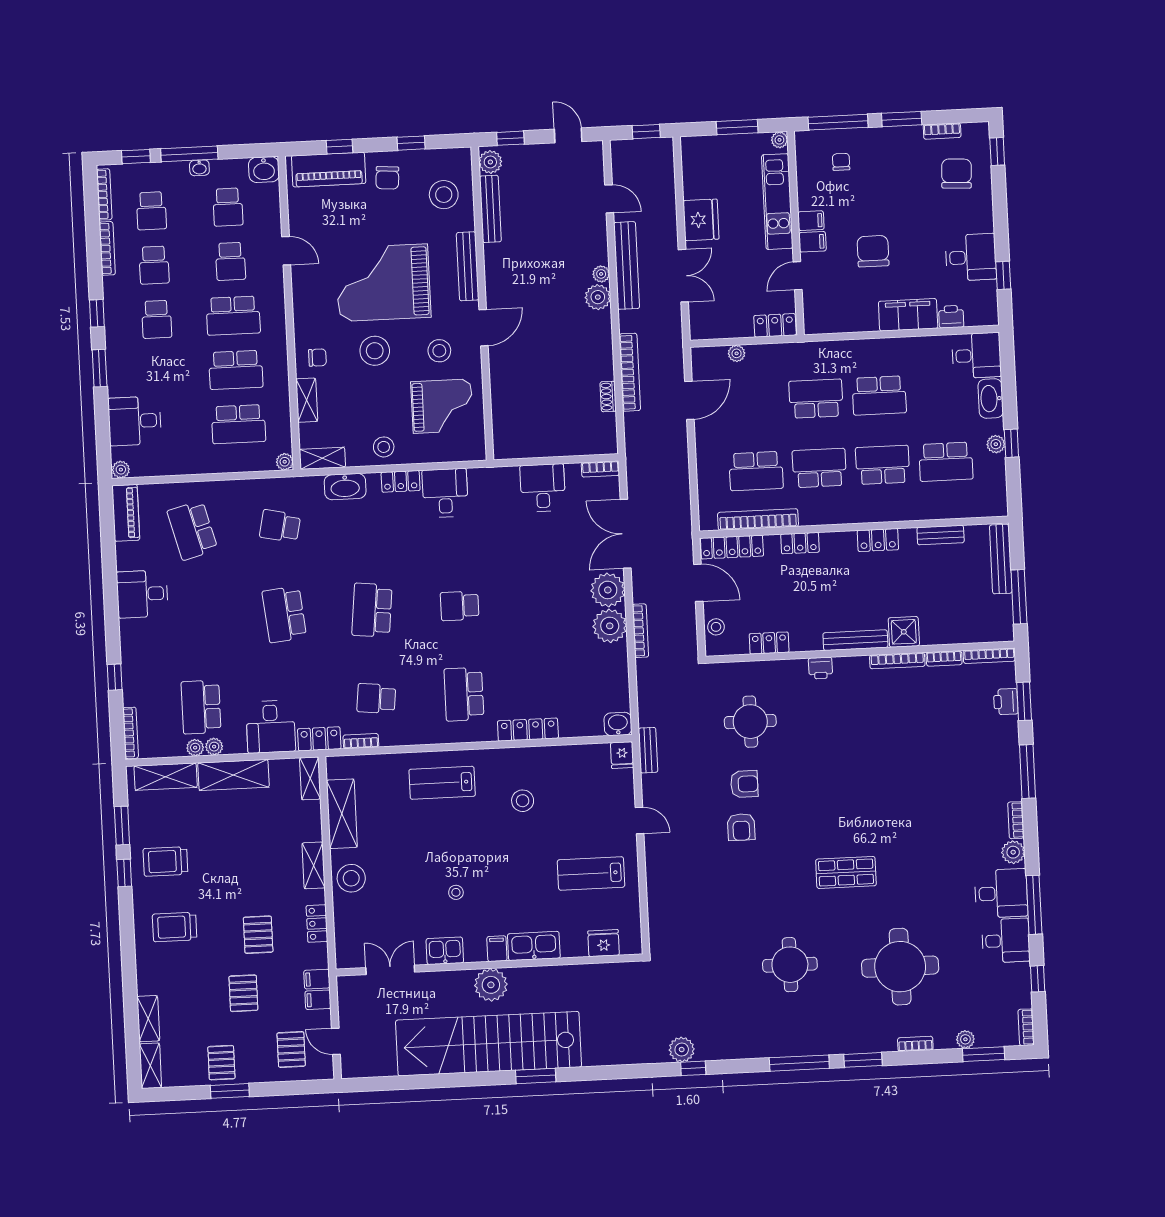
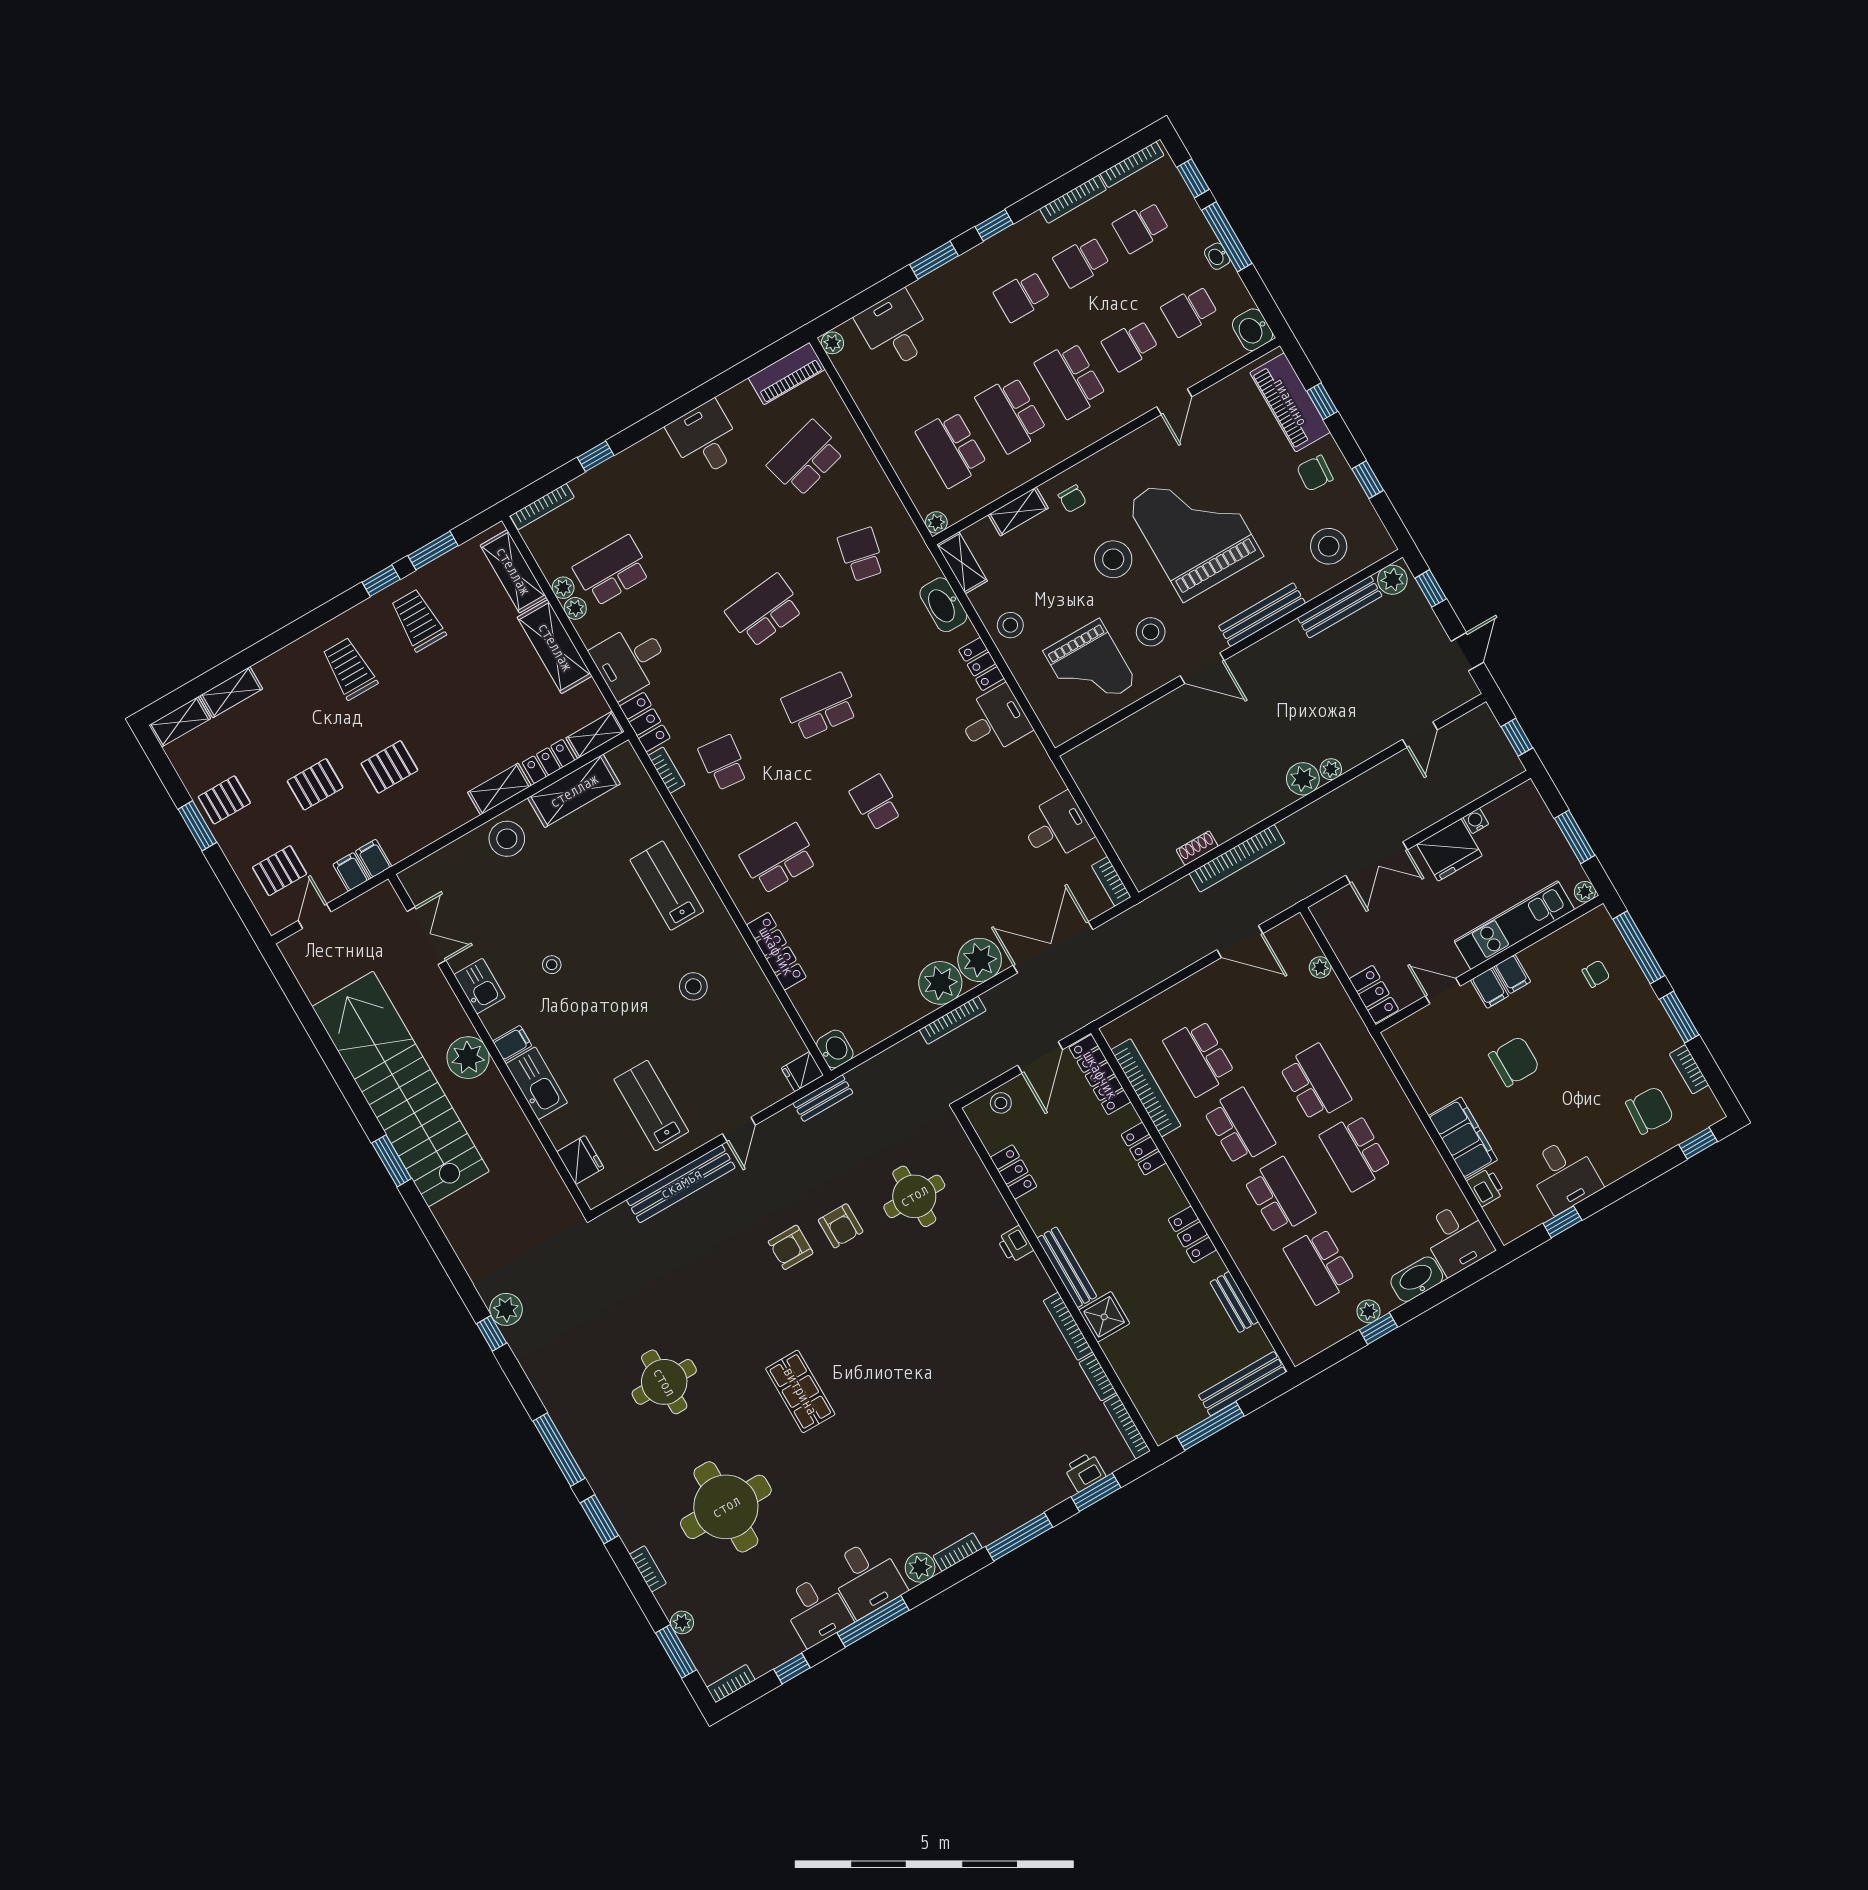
water cooler: (690, 191) -> (1476, 821), added
bench: (627, 265) -> (681, 1184), moved
locker: (317, 924) -> (548, 761), moved

